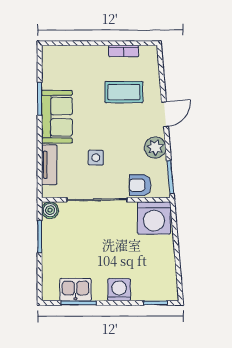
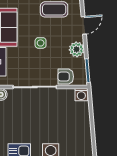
side table: (96, 158) -> (41, 43), moved
washing machine: (154, 218) -> (81, 95), width x0.53, depth x0.53

